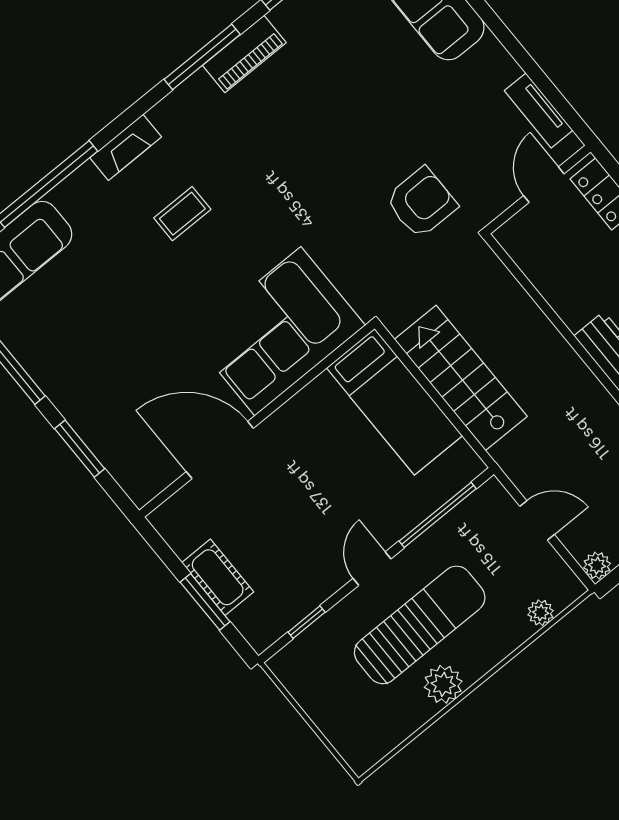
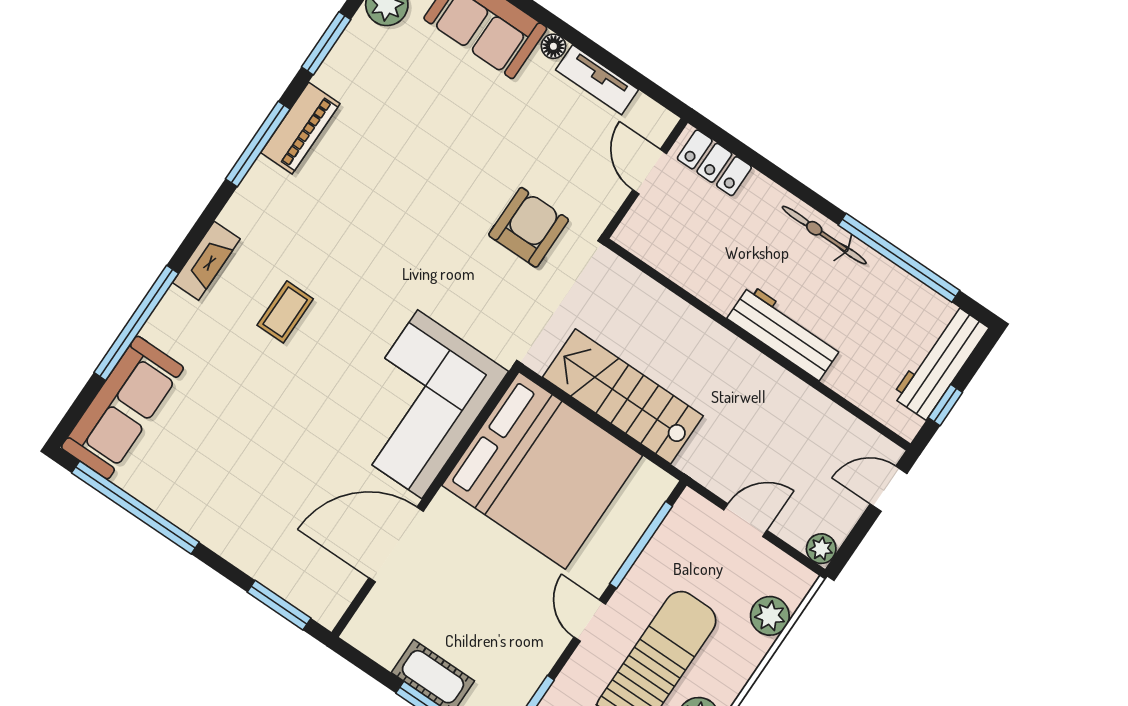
floor lamp: (491, 48) -> (553, 46), added
tv unit: (539, 110) -> (597, 80), moved
bed: (394, 402) -> (542, 470), width x2.04
window: (80, 449) -> (279, 605), moved
plant: (541, 613) -> (770, 616), width x1.38, depth x1.38

